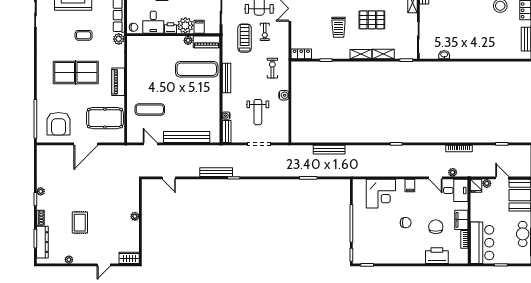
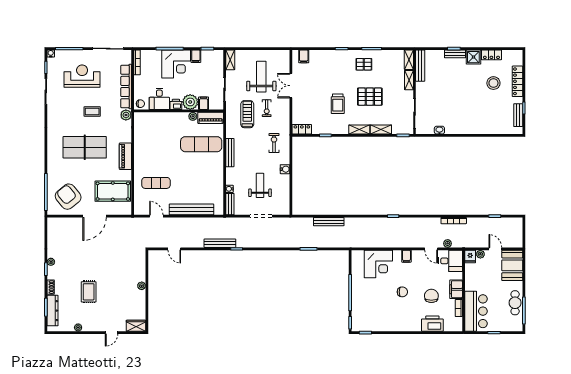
weight bench: (258, 112) -> (260, 185), turned 180
armchair: (59, 124) -> (68, 197), turned 141

